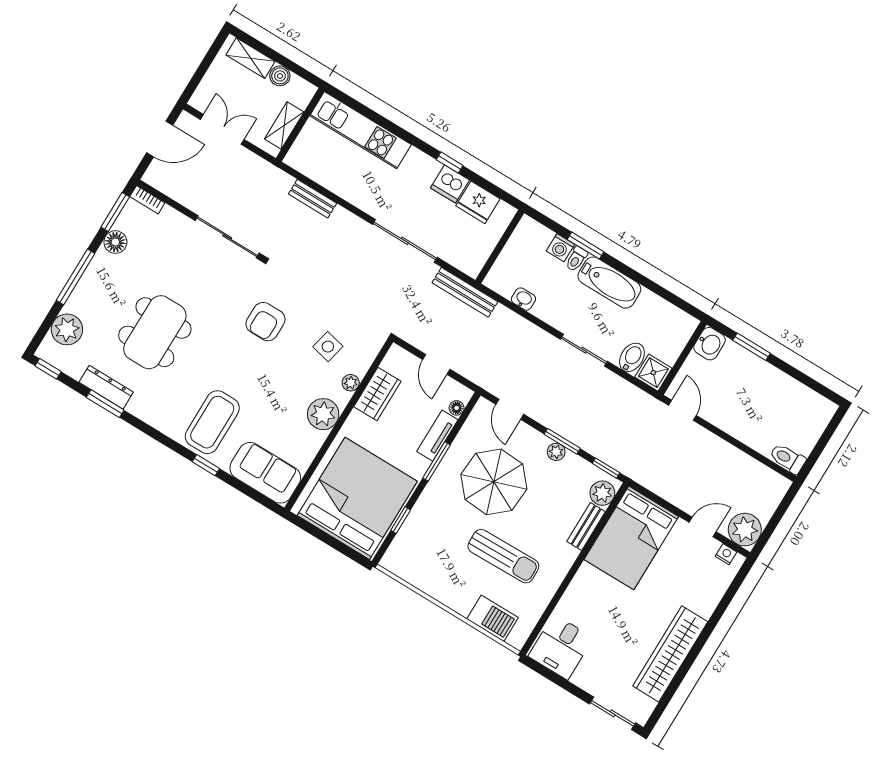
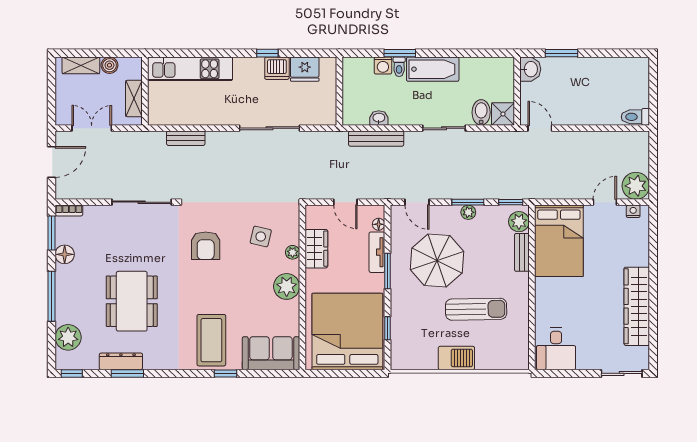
bench: (465, 292) -> (376, 139), moved
barbecue: (492, 618) -> (456, 358), moved

